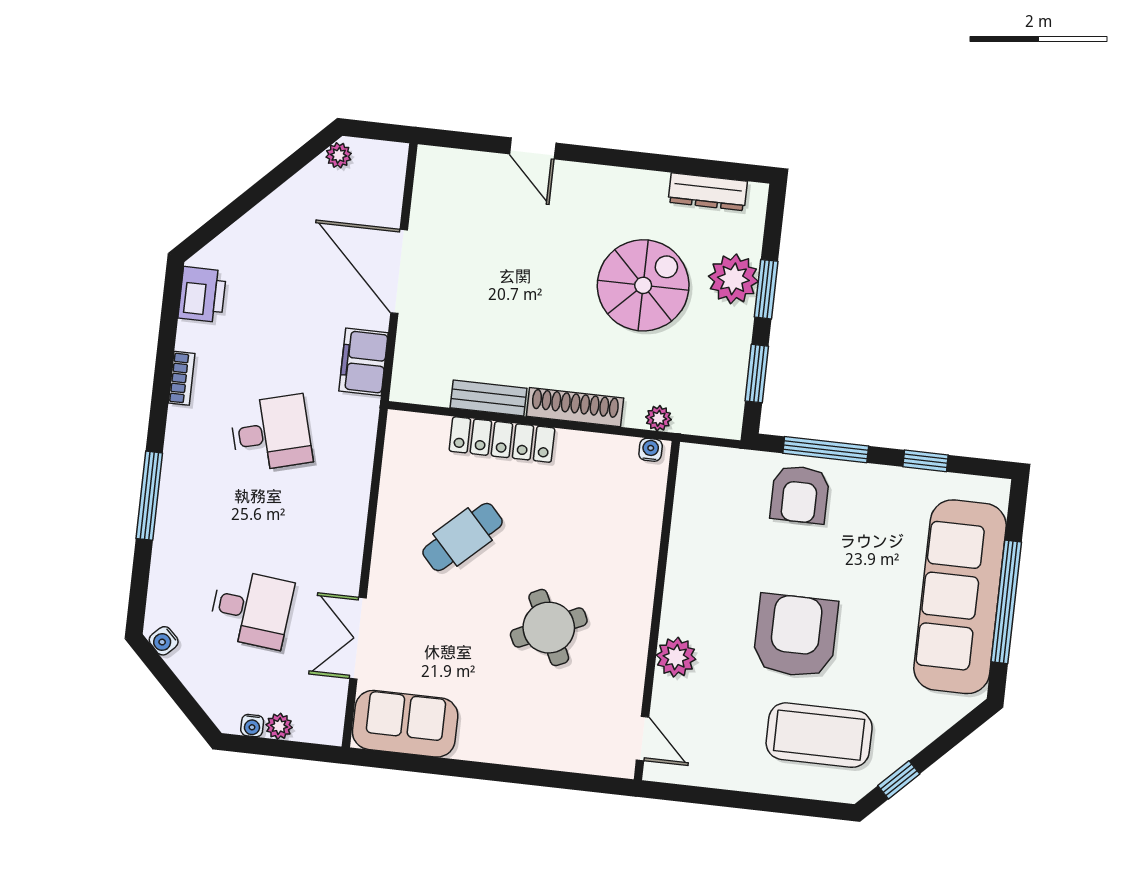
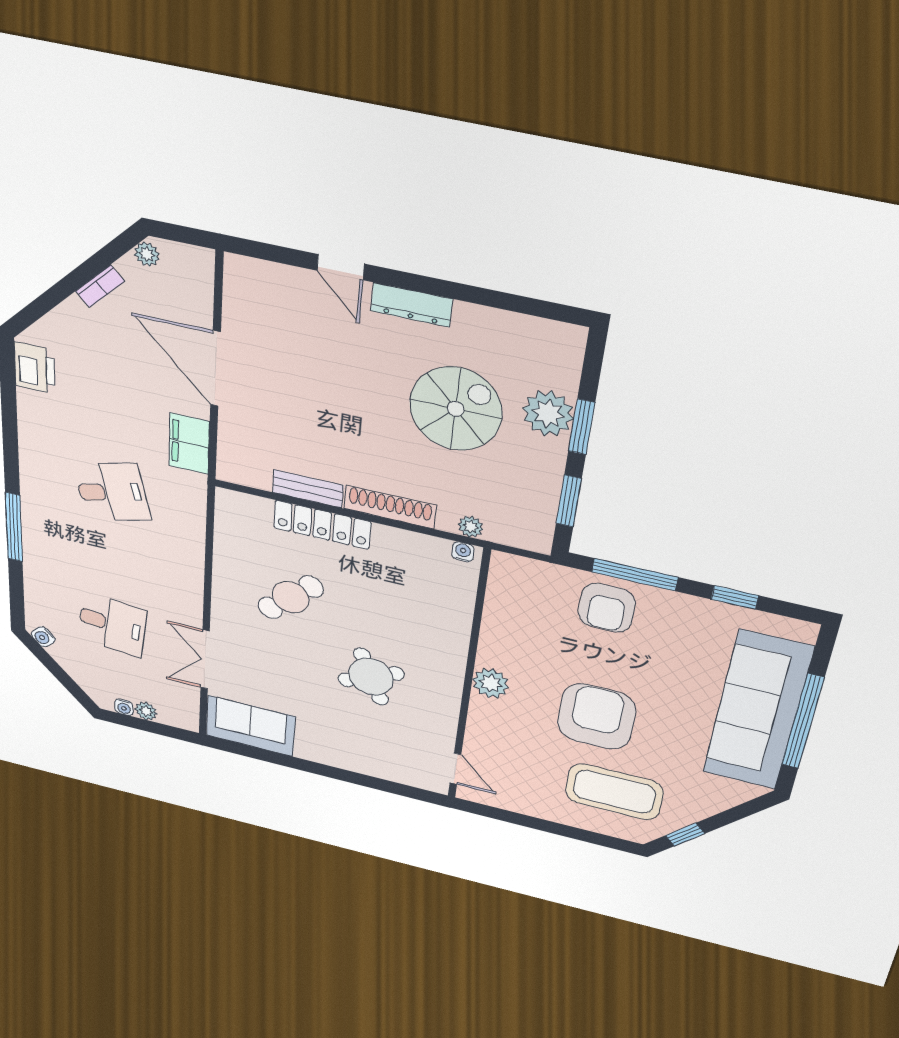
dresser: (708, 192) -> (411, 305), moved
bookcase: (182, 378) -> (100, 286), moved, turned 45
plant: (676, 657) -> (491, 683), moved

